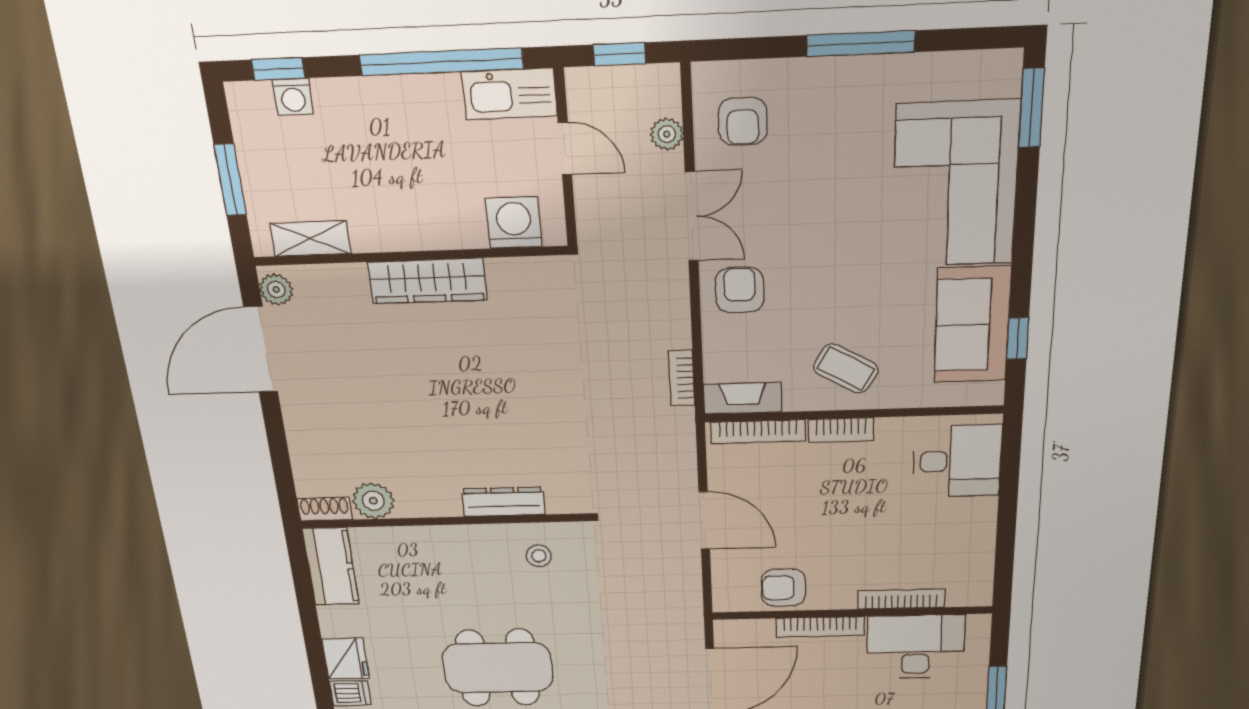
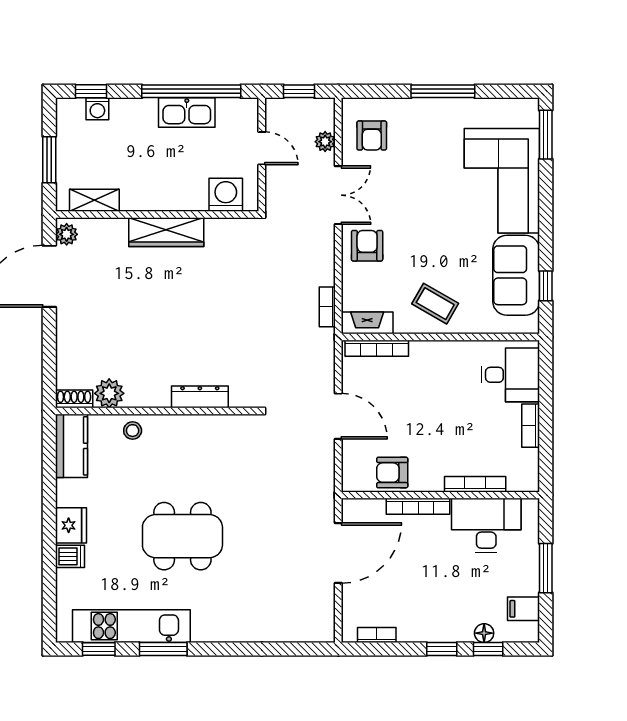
kitchen sink: (510, 94) -> (187, 113), moved
bookcase: (841, 430) -> (531, 426), moved, turned 90
stool: (539, 556) -> (133, 431), moved

